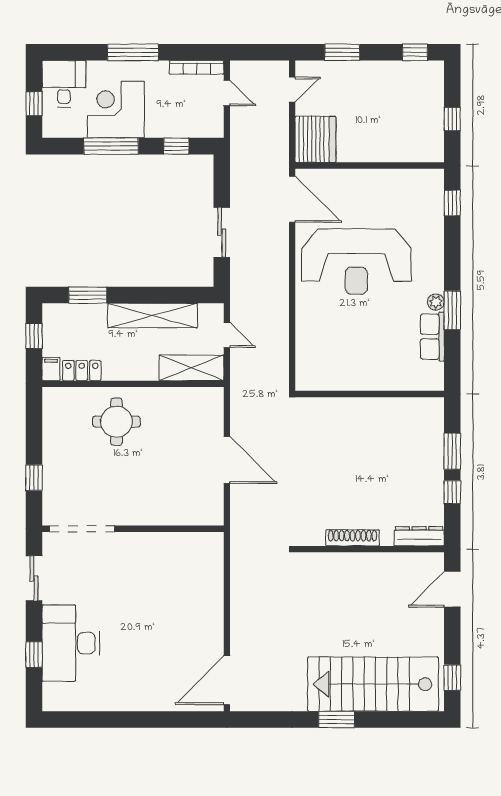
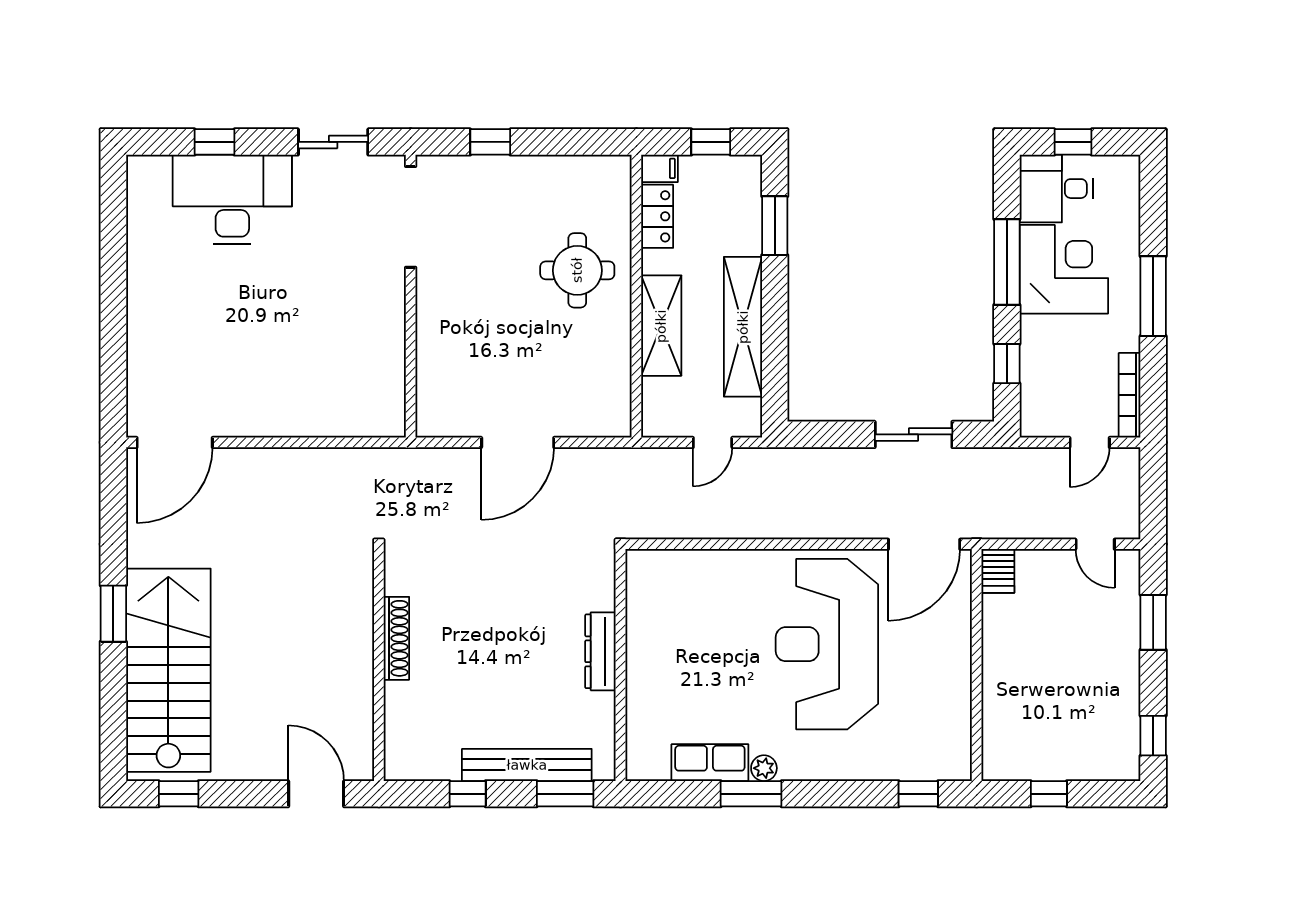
desk: (64, 84) -> (1056, 189), moved, turned 180
server rack: (315, 139) -> (998, 571), width x0.46, depth x0.70
sliding door: (222, 232) -> (914, 434), moved
shelving: (192, 368) -> (661, 326), moved
window: (452, 451) -> (565, 794), moved
bench: (434, 454) -> (527, 765), added
dresser: (419, 536) -> (600, 651), moved, turned 180
door: (227, 680) -> (175, 442), swing flipped

